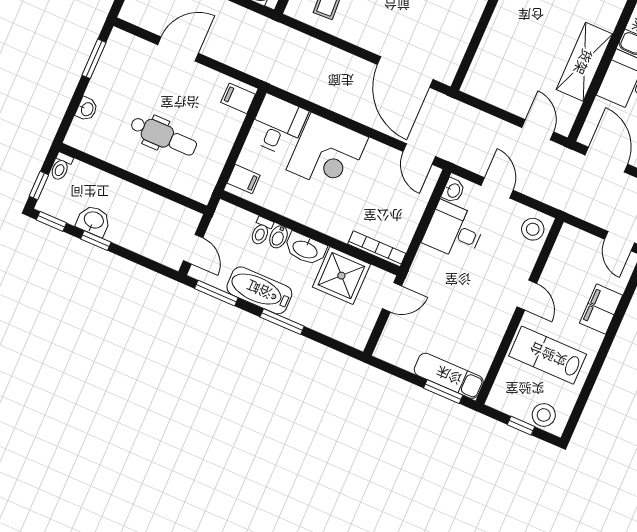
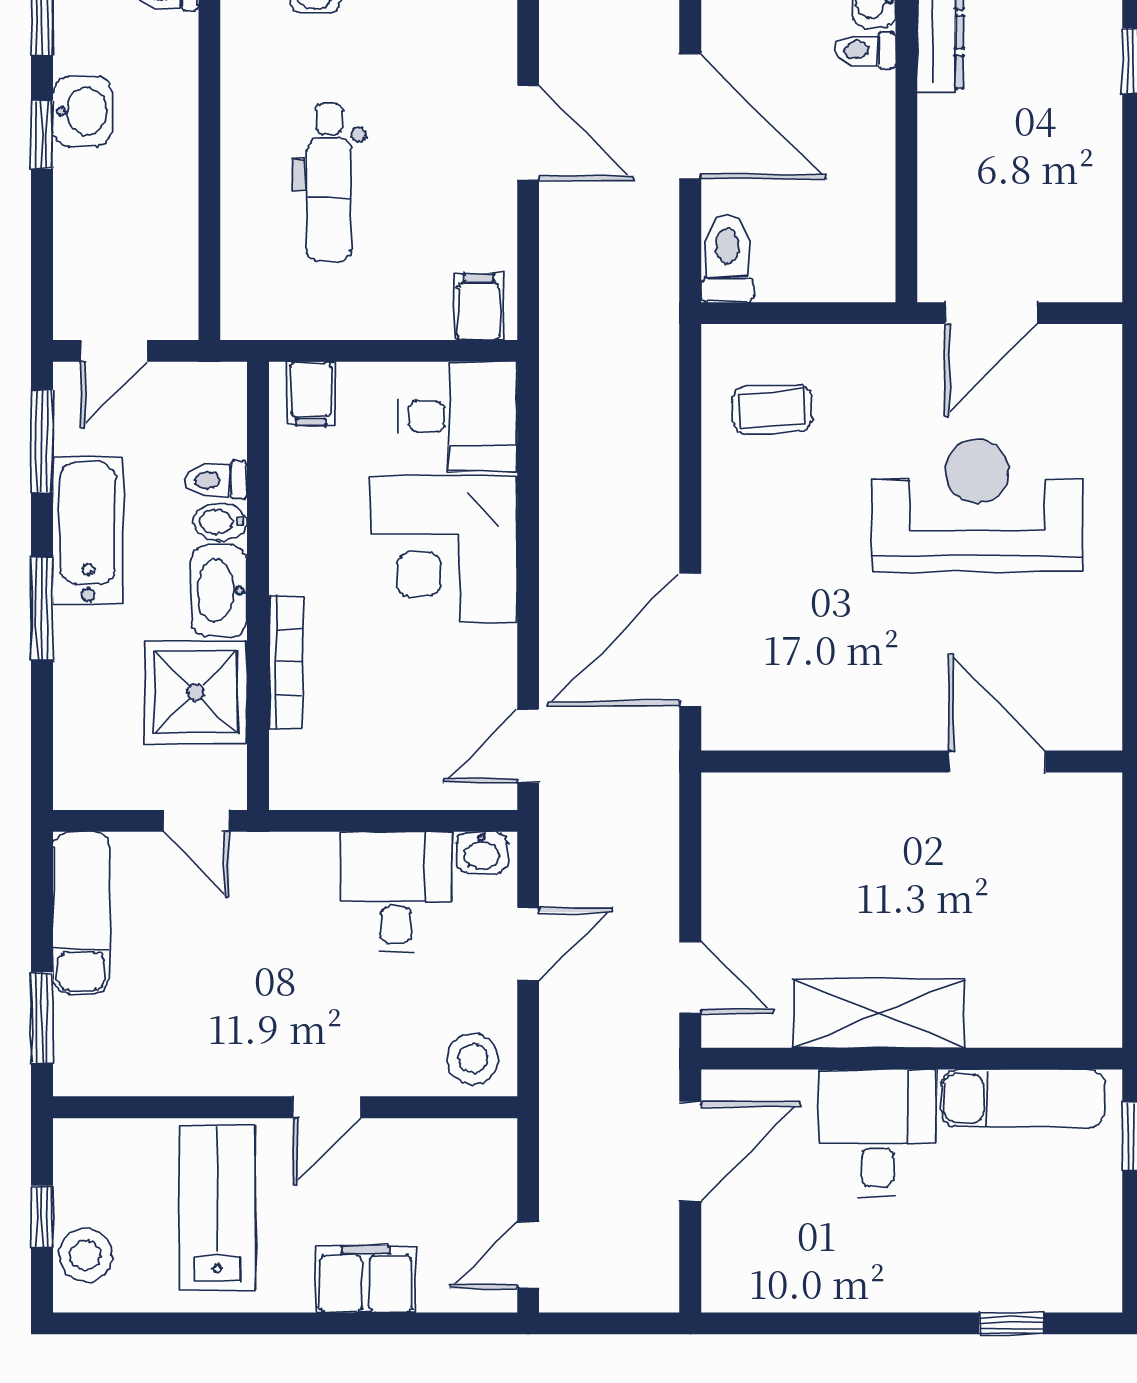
door: (538, 130) -> (690, 977), hinge flipped
bookcase: (377, 249) -> (286, 663), moved
exam couch: (449, 376) -> (81, 913), moved

